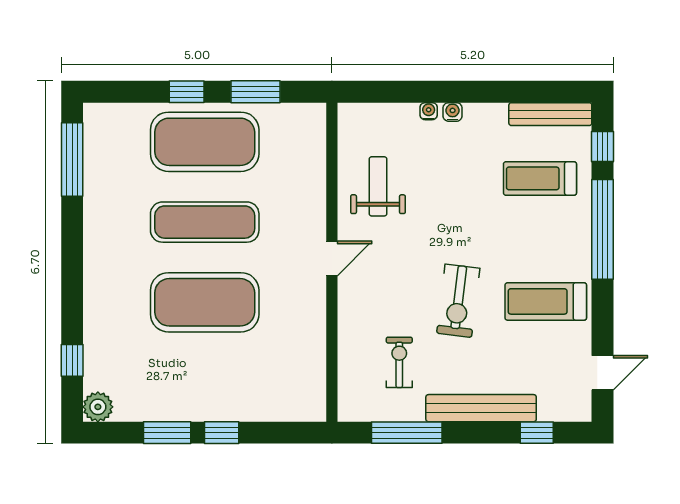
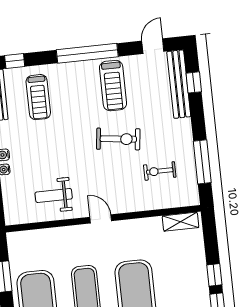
window: (603, 229) -> (87, 53), moved
door: (603, 373) -> (153, 46), hinge flipped
shelving: (314, 387) -> (180, 222), added
bench: (481, 408) -> (179, 84), moved

